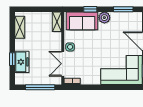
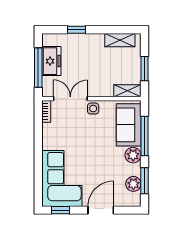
window: (41, 9) -> (145, 69), added
window: (90, 9) -> (145, 136), width x2.17
plant: (125, 17) -> (133, 184), added
freezer: (22, 62) -> (51, 61), moved, turned -90

